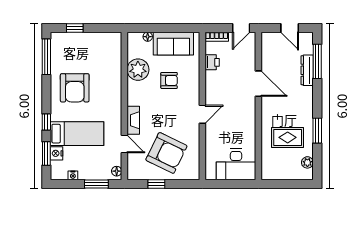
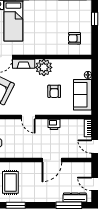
door: (290, 28) -> (95, 184), hinge flipped
printer: (212, 62) -> (54, 124), moved
plant: (138, 70) -> (44, 67), moved
dresser: (307, 70) -> (75, 198), moved
armchair: (75, 88) -> (74, 38), moved, width x0.53, depth x0.53

